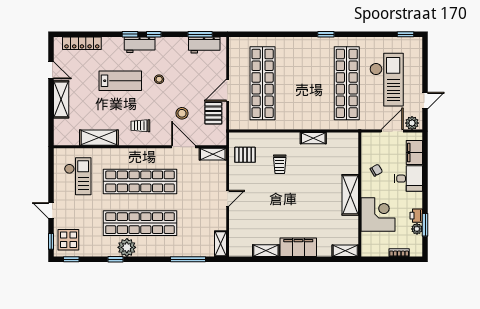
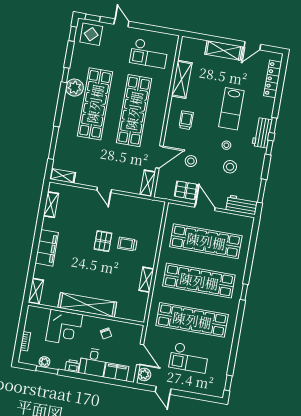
window: (326, 34) -> (244, 292), moved
workbench: (204, 45) -> (242, 205), moved, turned 90
stool: (181, 72) -> (230, 167), added
checkout: (387, 80) -> (189, 358), width x0.73, depth x0.83
shop shelf: (305, 83) -> (199, 281), added
pallet: (245, 155) -> (103, 241), moved
shelving: (350, 195) -> (87, 305), width x1.47
door: (51, 210) -> (121, 23), hinge flipped
printer: (416, 216) -> (72, 366), moved
shelving: (266, 251) -> (51, 205), moved

